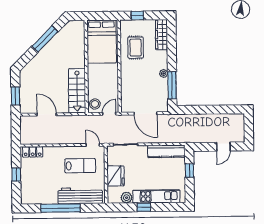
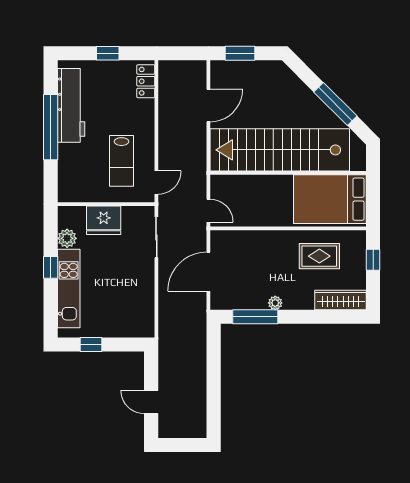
stairs: (77, 91) -> (280, 150), width x1.86, depth x1.51
stool: (95, 104) -> (225, 187), removed
kitchen counter: (166, 151) -> (144, 306), removed
window: (189, 171) -> (91, 345), moved
workbench: (80, 196) -> (71, 105), moved

